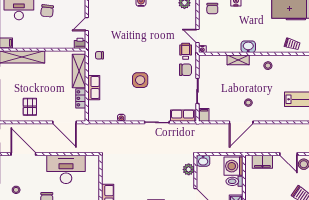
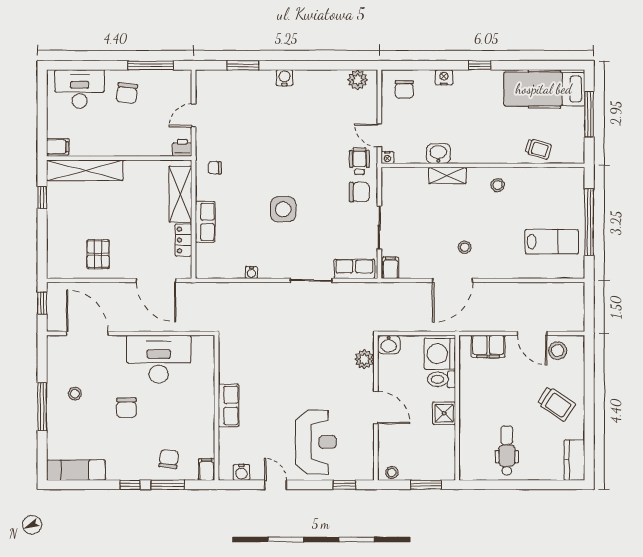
washbasin: (248, 47) -> (438, 153), moved

